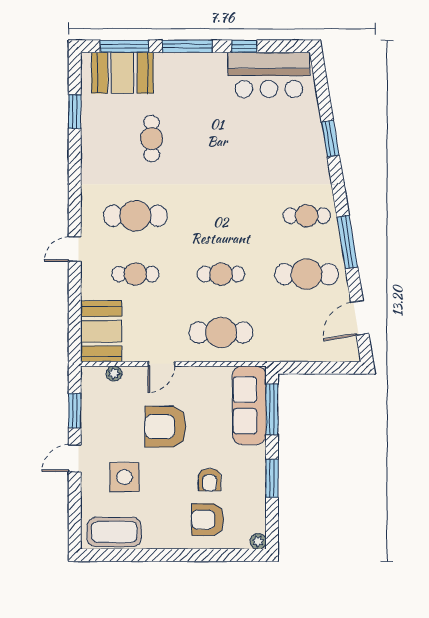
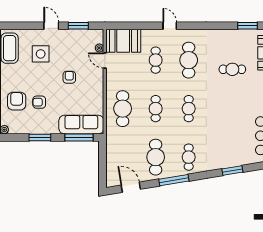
cafe table: (221, 216) -> (189, 109), added
door: (161, 364) -> (105, 60), moved
armchair: (166, 427) -> (69, 77), width x0.53, depth x0.53

